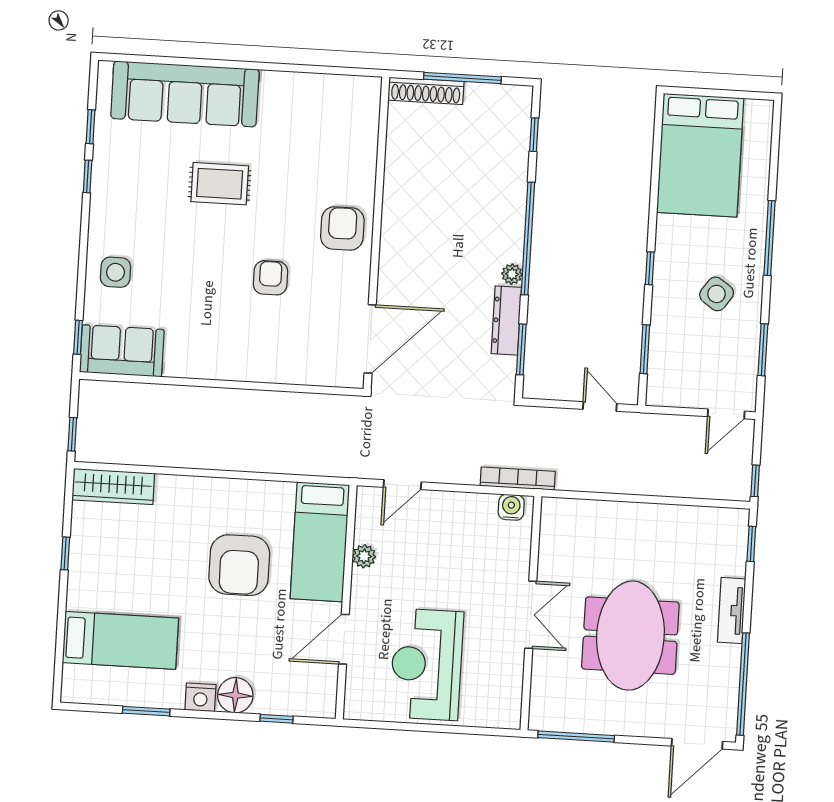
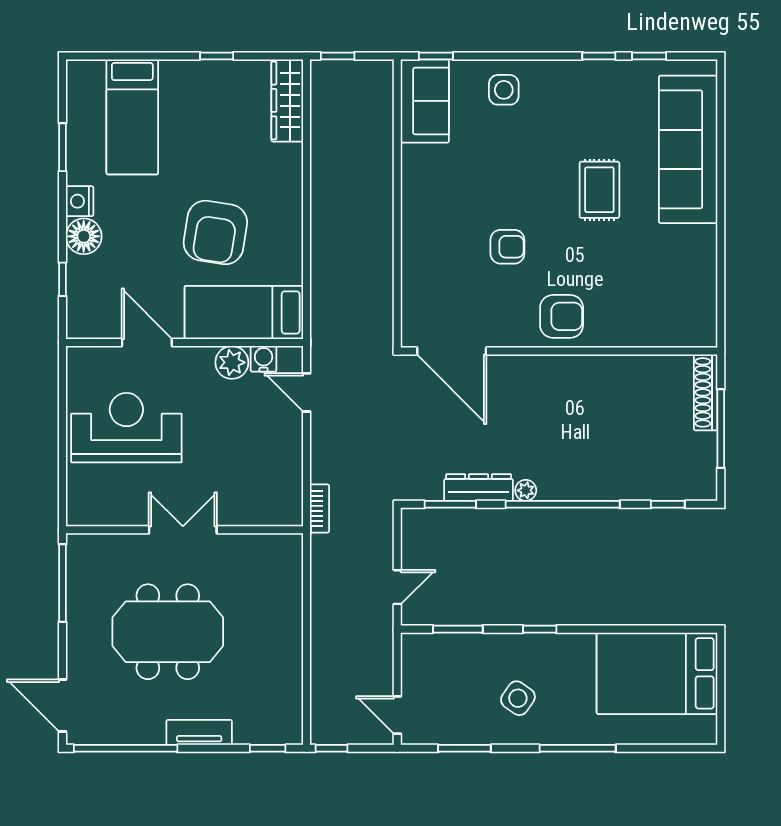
bookcase: (518, 479) -> (319, 508), width x0.64
water cooler: (511, 507) -> (264, 359), moved, turned -90
plant: (364, 556) -> (232, 362), width x1.38, depth x1.38
armchair: (239, 565) -> (215, 232), turned -81
double door: (531, 615) -> (183, 530), swing flipped

